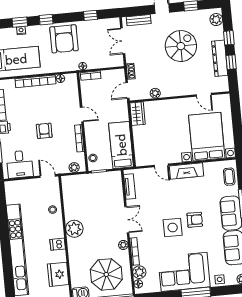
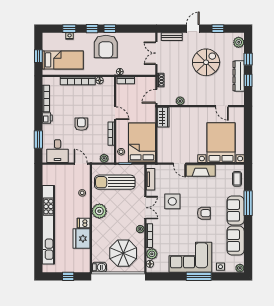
window: (90, 15) -> (110, 29), moved
bed: (121, 145) -> (142, 143), width x1.50
sun lounger: (89, 194) -> (115, 182), added
side table: (173, 227) -> (172, 201), moved
fridge: (58, 274) -> (82, 239), moved

